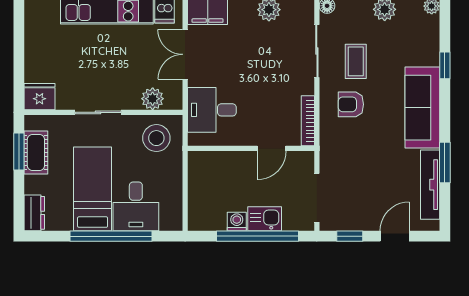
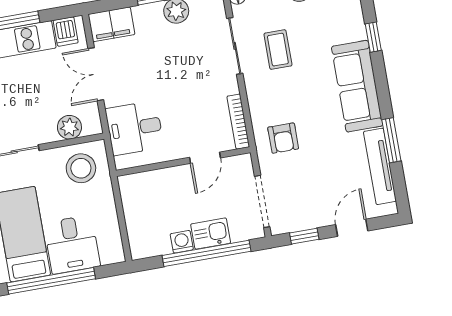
armchair: (351, 104) -> (283, 138), moved, turned -90

